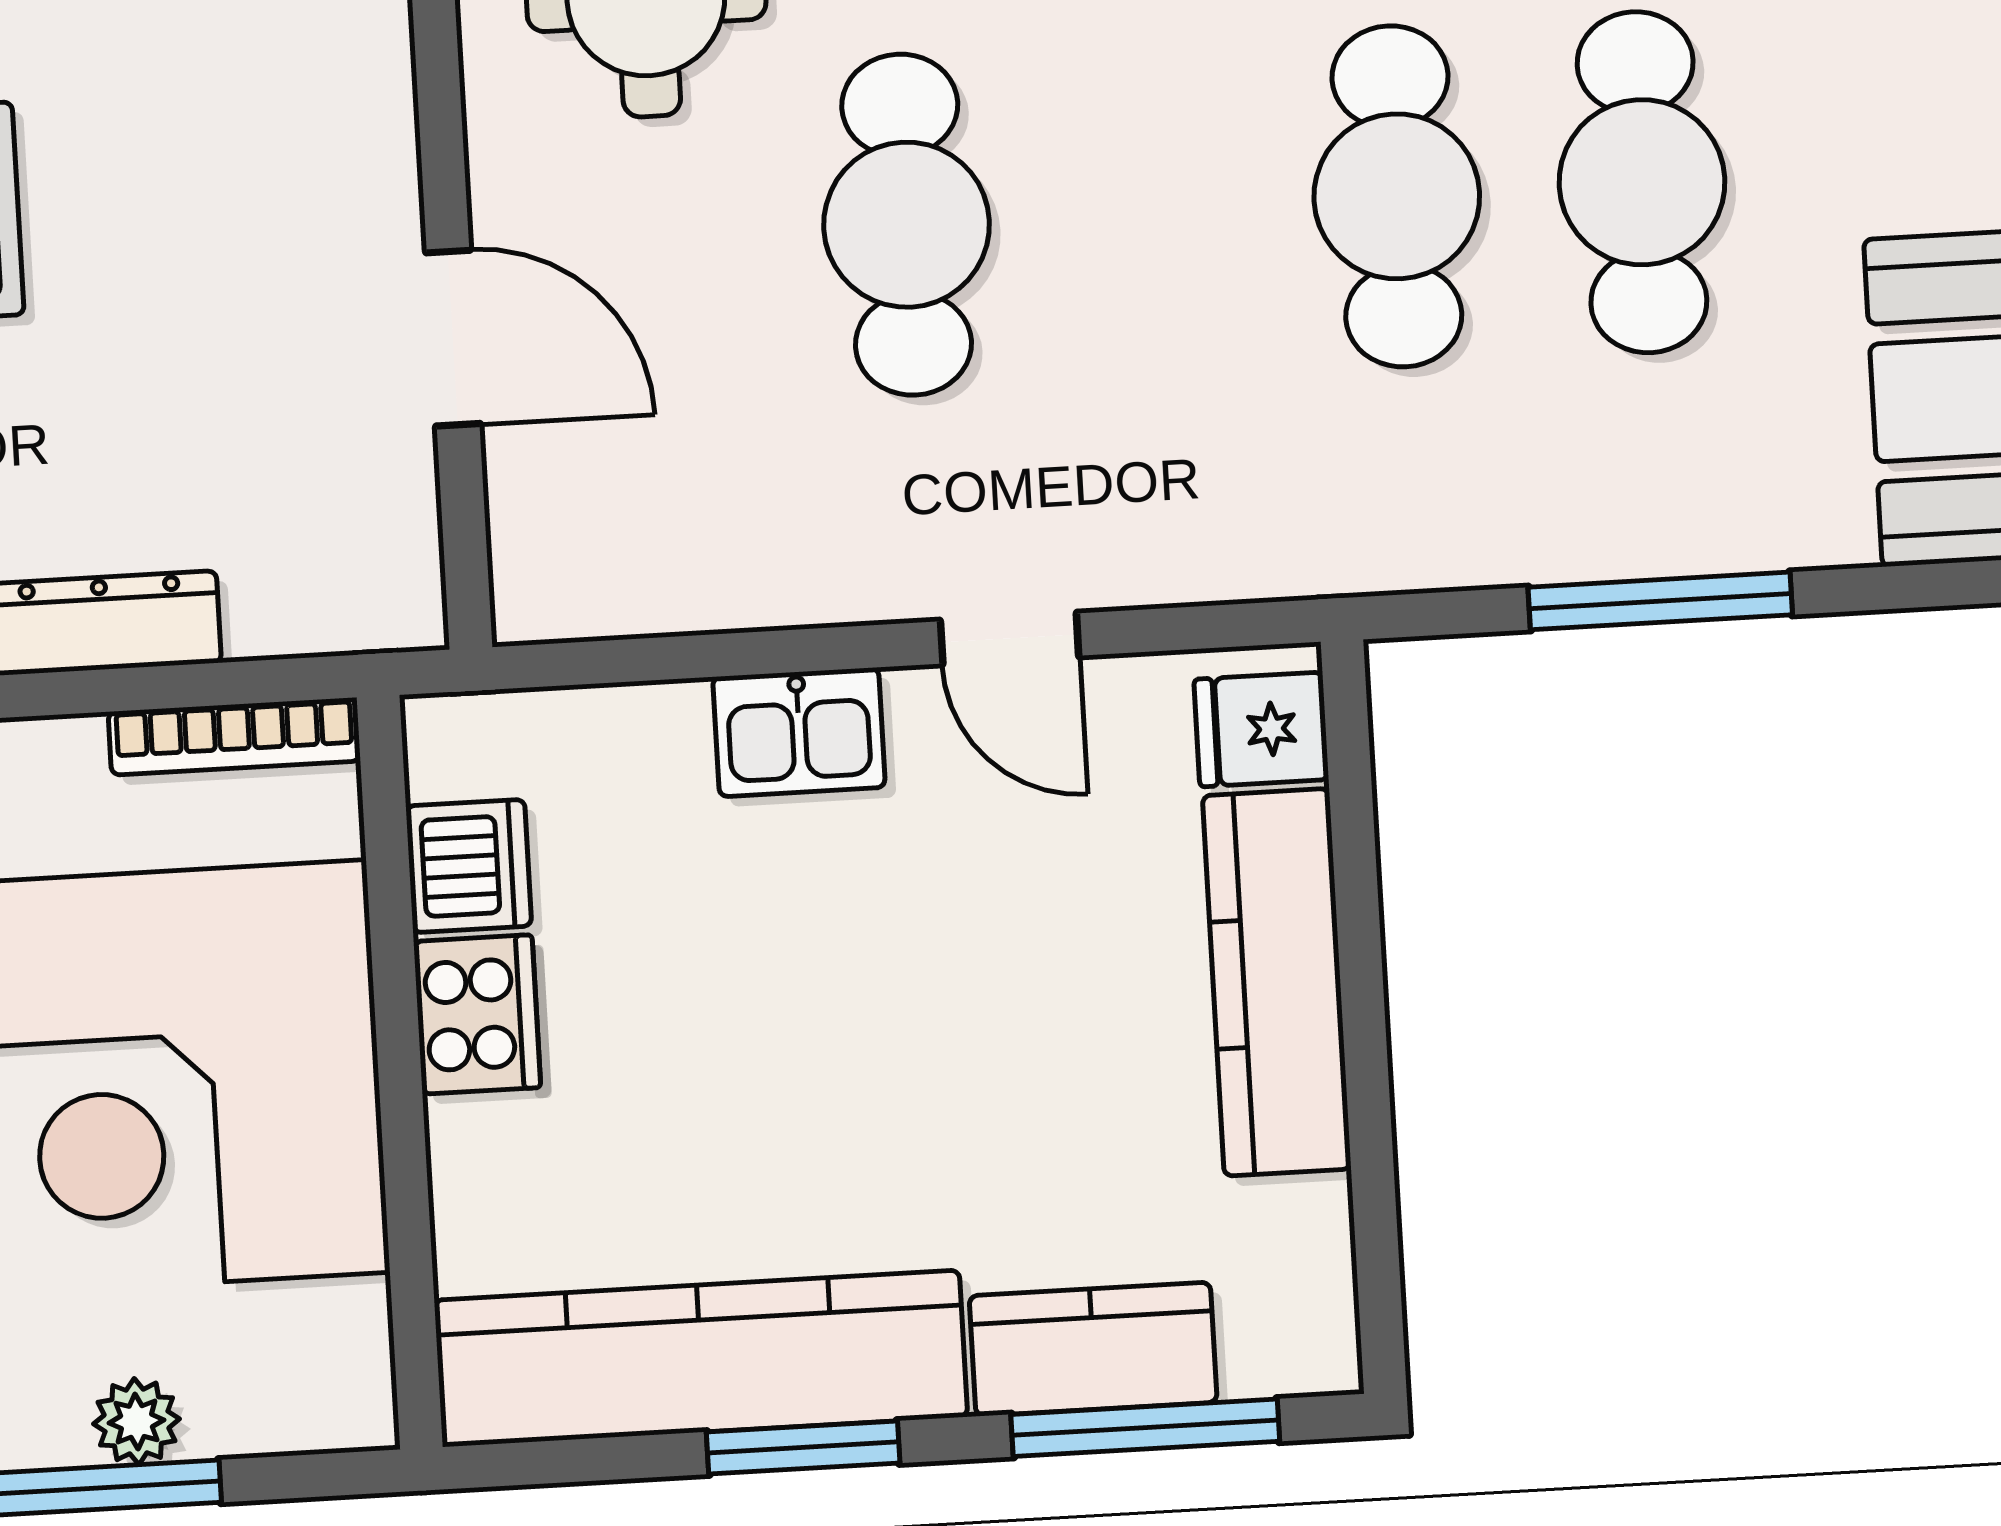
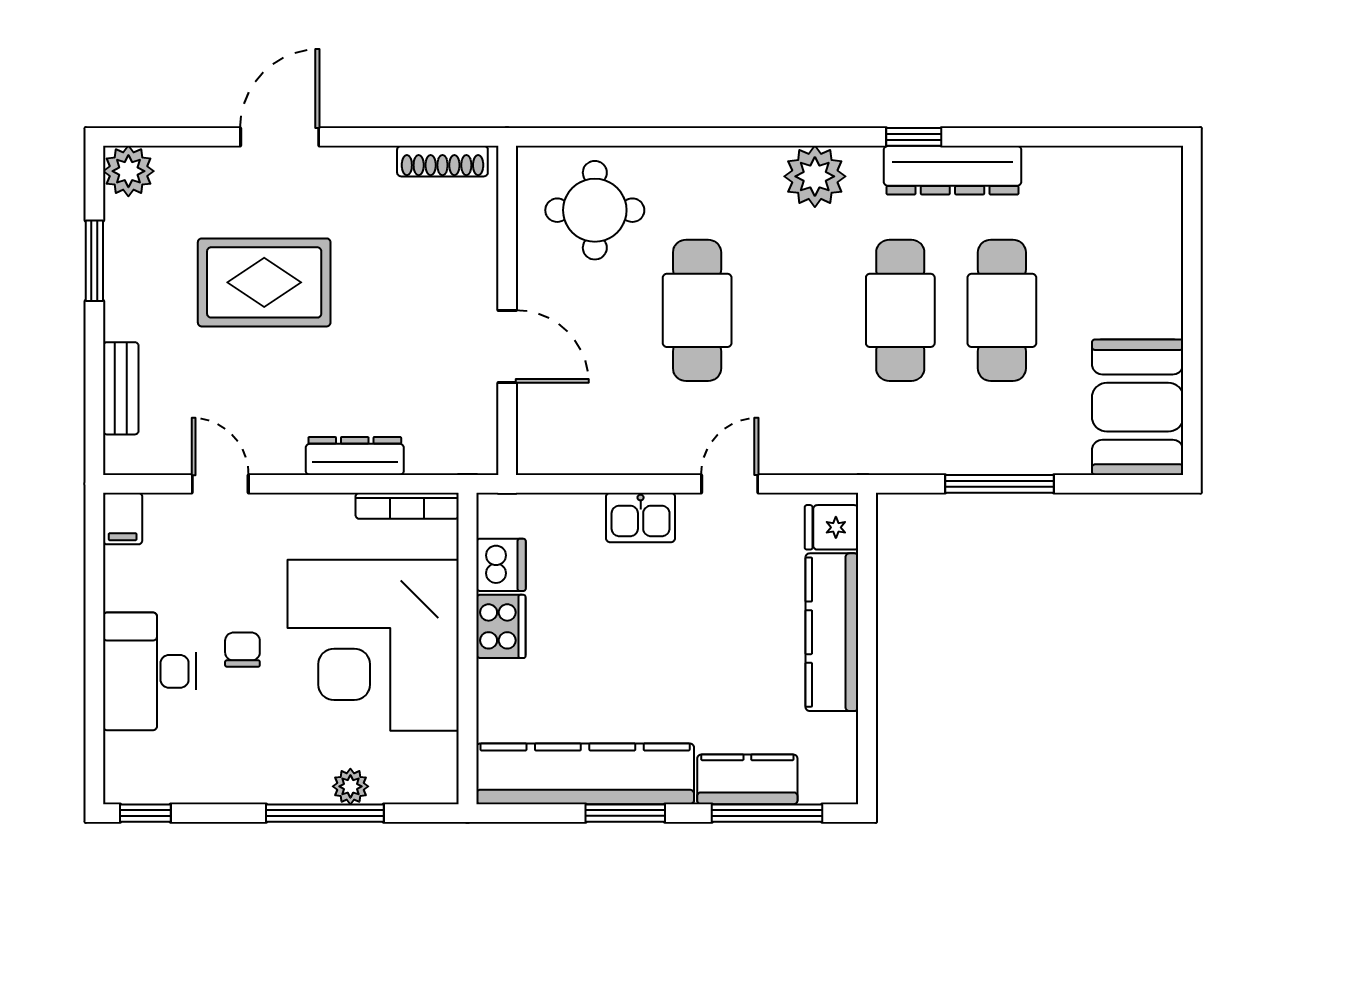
door: (1010, 639) -> (730, 484), swing flipped

